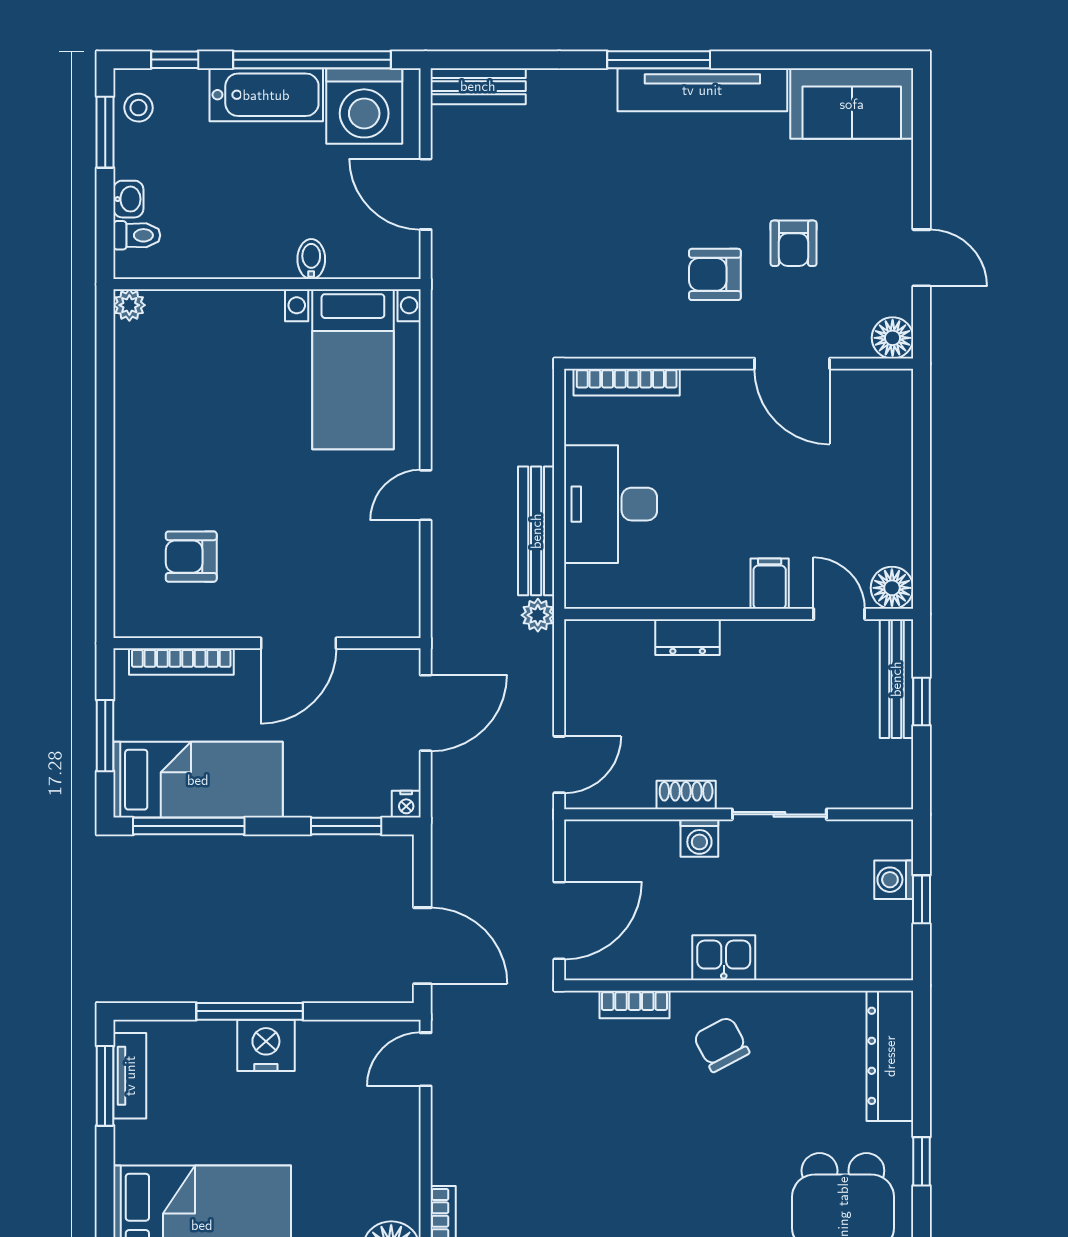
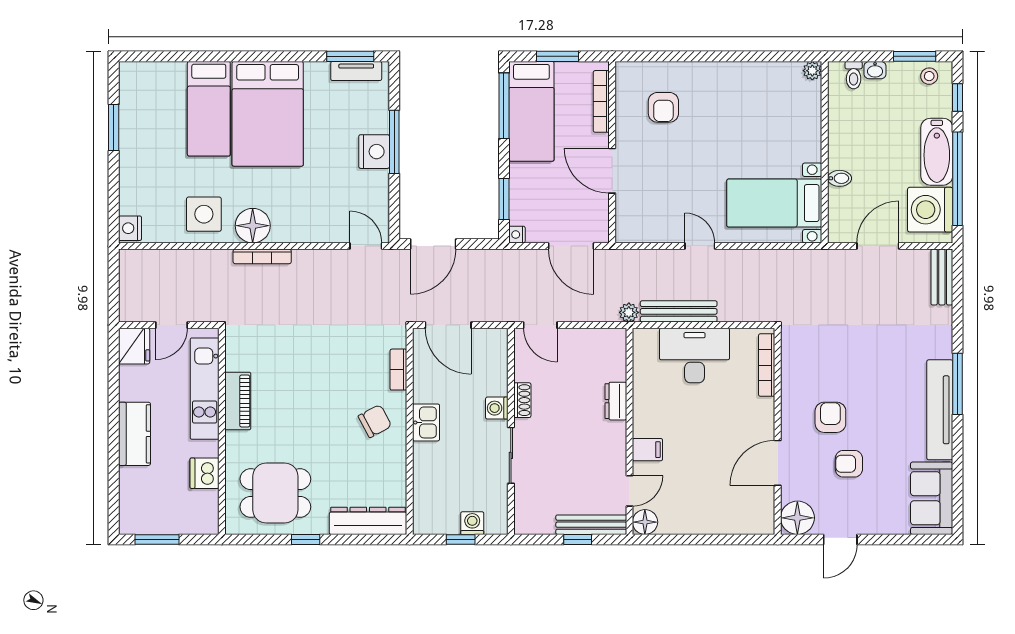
floor lamp: (893, 338) -> (797, 518), width x1.38, depth x1.38
armchair: (191, 557) -> (663, 107), turned 180

